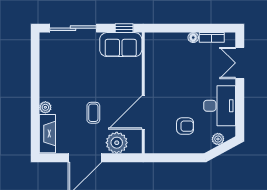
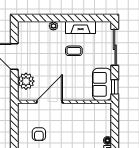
door: (143, 112) -> (50, 102), hinge flipped
coffee table: (93, 113) -> (74, 51), moved
fireplace: (47, 134) -> (81, 27), moved

